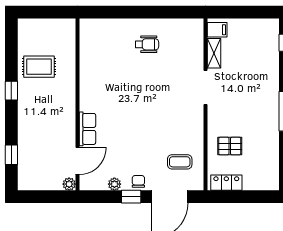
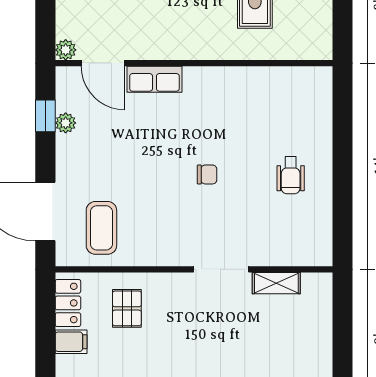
filing cabinet: (217, 30) -> (71, 342), moved, turned -90
coffee table: (180, 162) -> (101, 228), width x1.36, depth x1.30
chair: (138, 181) -> (207, 174), moved
window: (131, 197) -> (45, 116), moved

